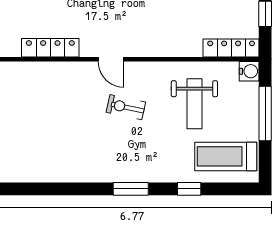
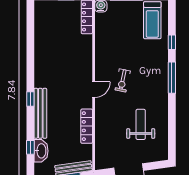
weight bench: (194, 104) -> (141, 124), moved, turned -90
window: (131, 189) -> (172, 78), width x1.44

